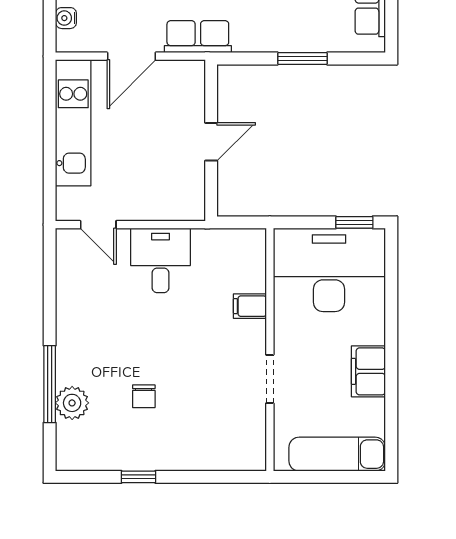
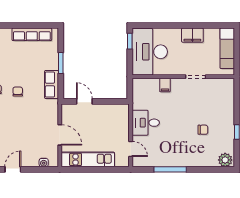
row of seats: (198, 37) -> (52, 85), moved
door: (211, 142) -> (84, 101), moved
door: (98, 225) -> (131, 149), hinge flipped
window: (50, 384) -> (170, 169), moved
plant: (72, 403) -> (225, 160), moved

